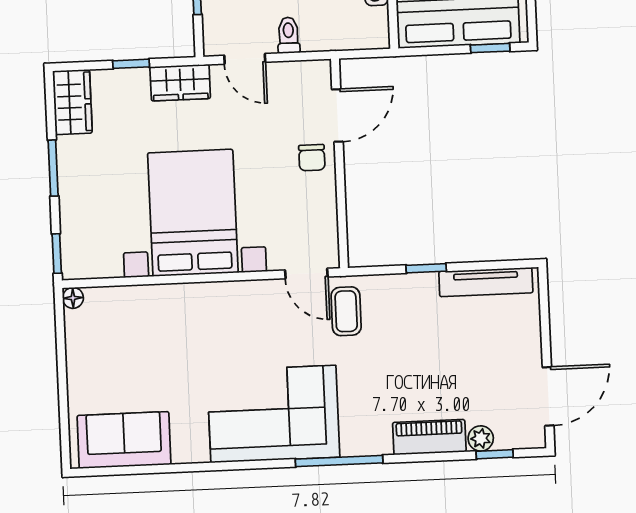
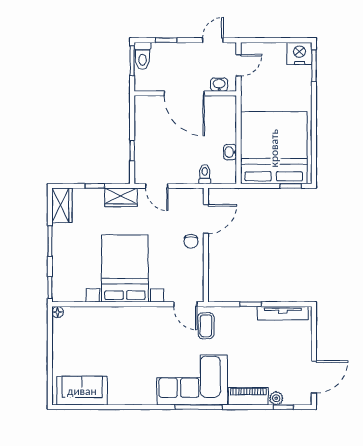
toilet: (288, 35) -> (205, 174), moved
corner sofa: (273, 414) -> (192, 380), moved

